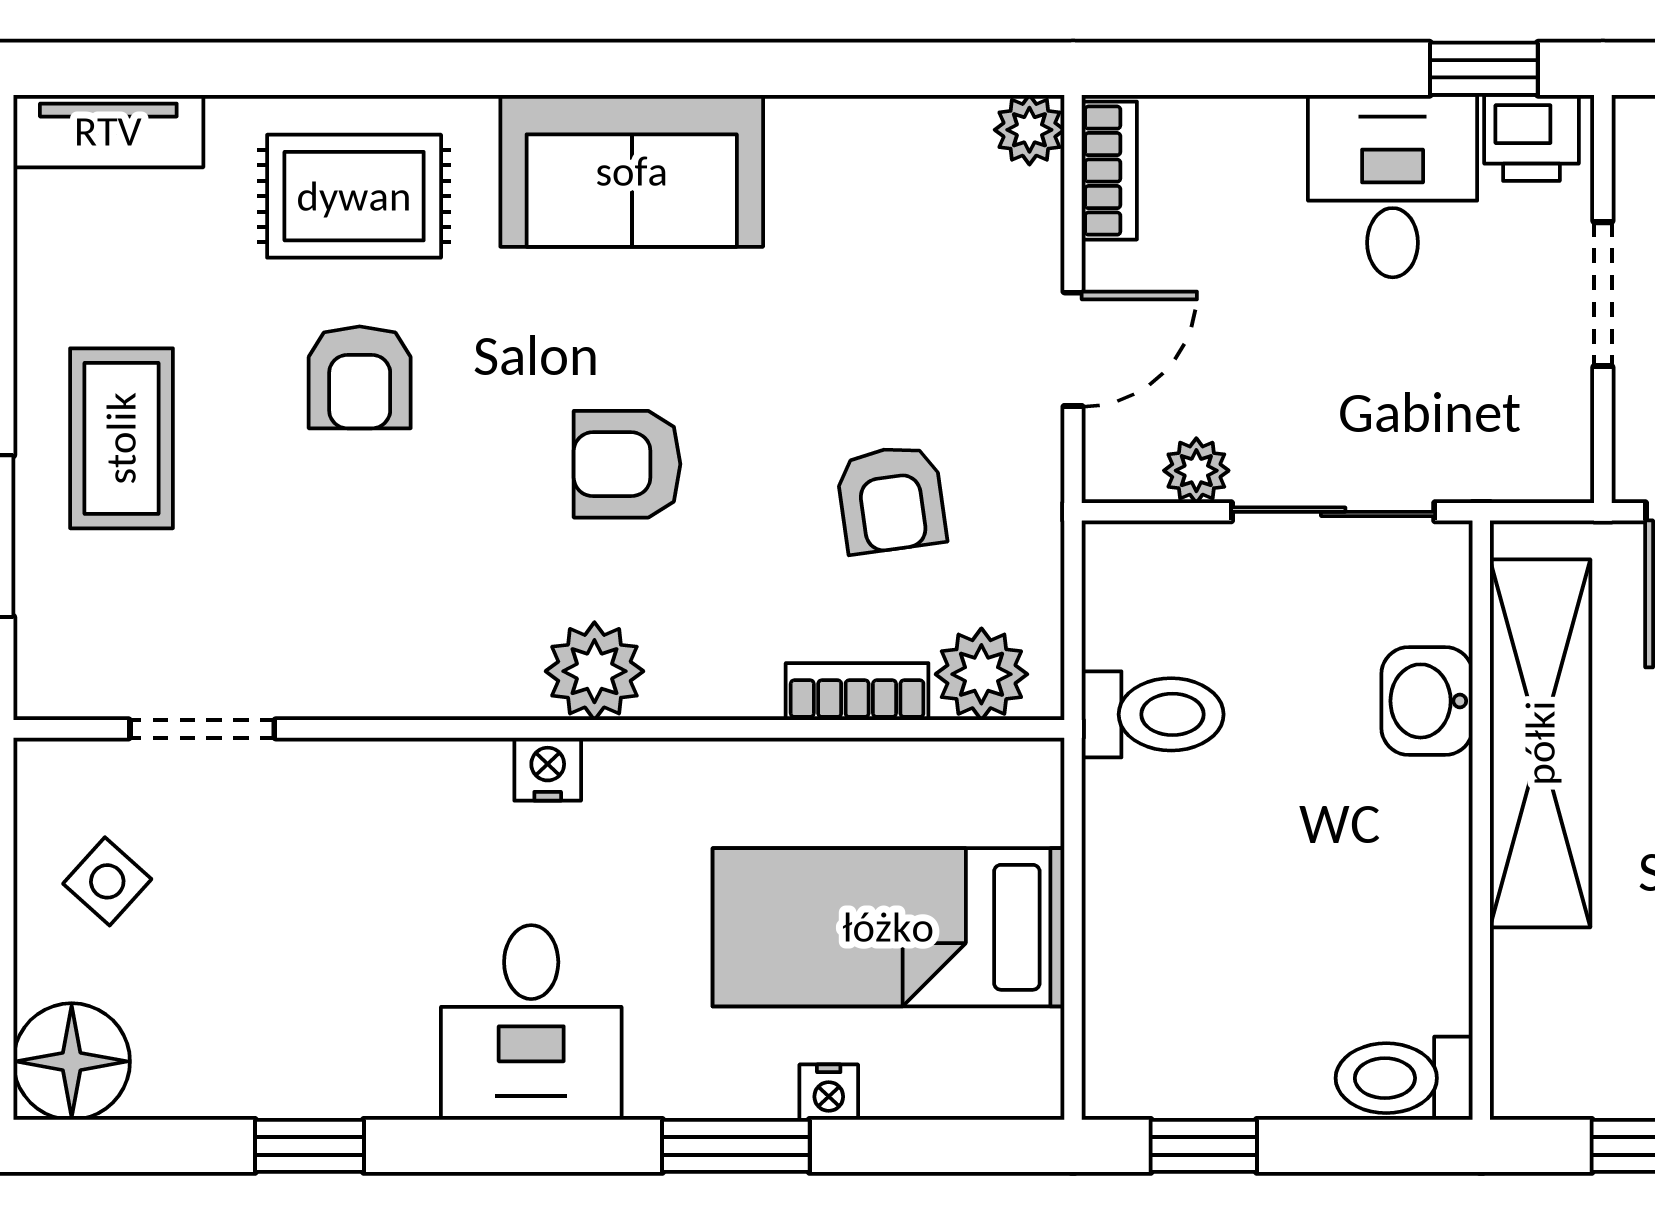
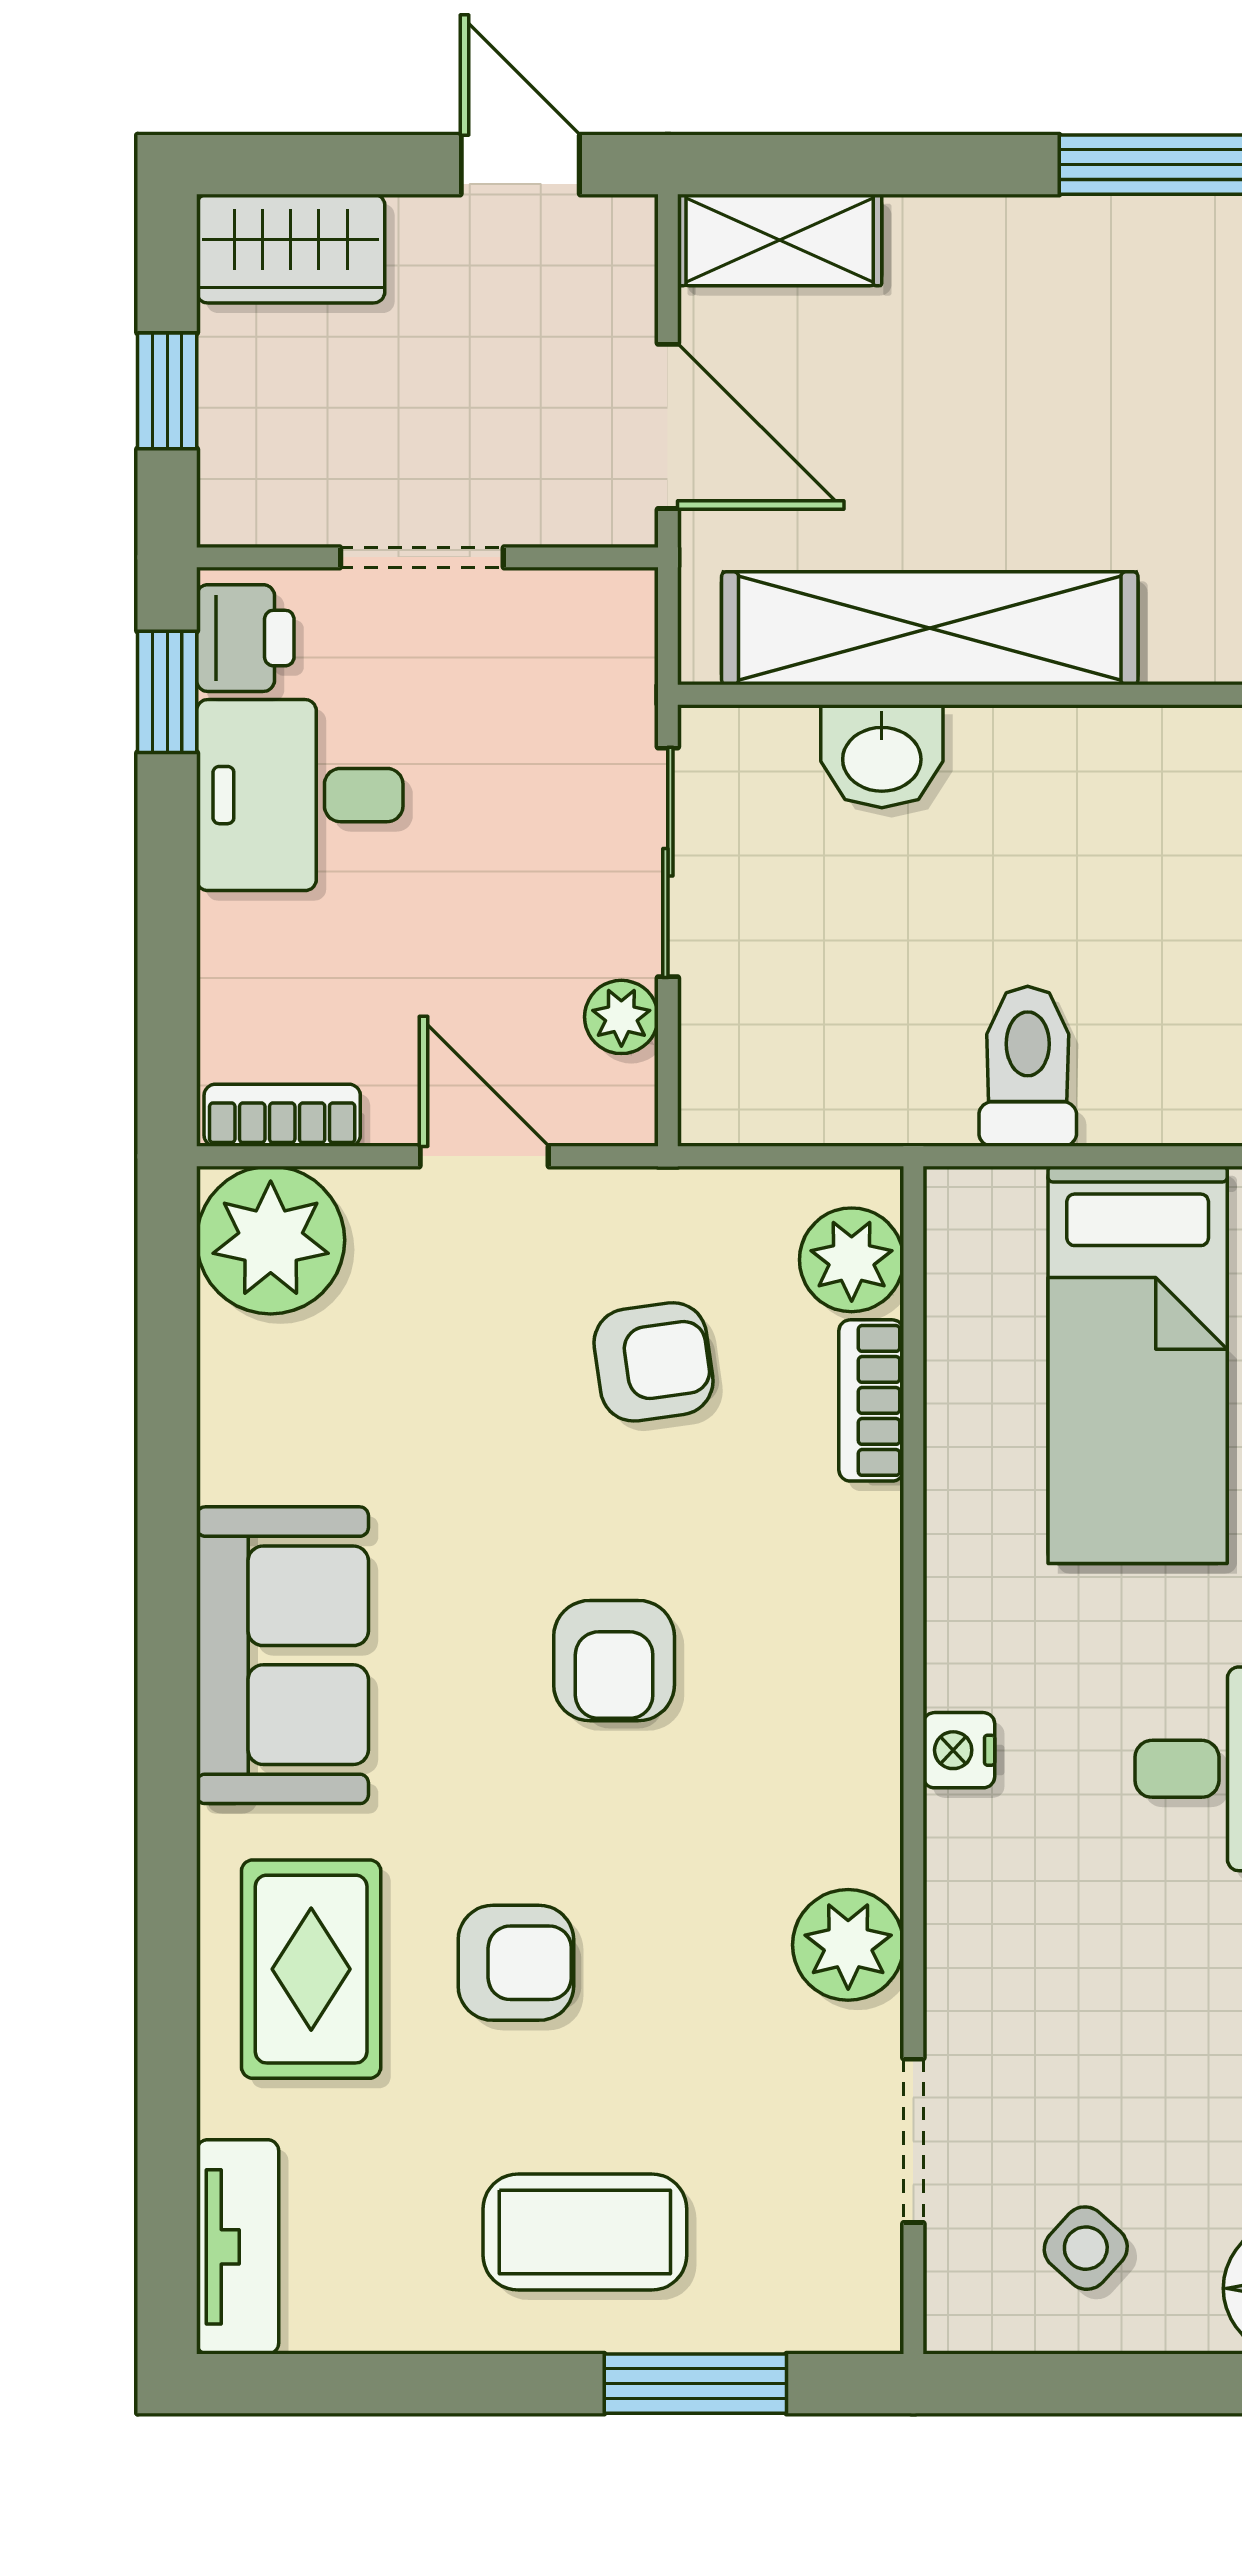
plant: (1029, 130) -> (271, 1240), width x1.87, depth x1.87
plant: (594, 671) -> (848, 1945), moved
toilet: (1153, 714) -> (1028, 1066), moved

